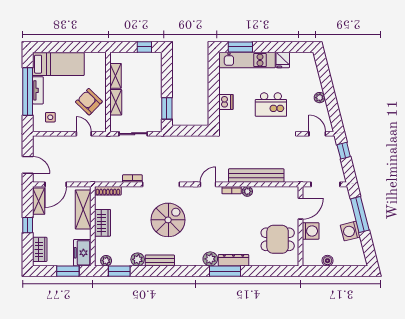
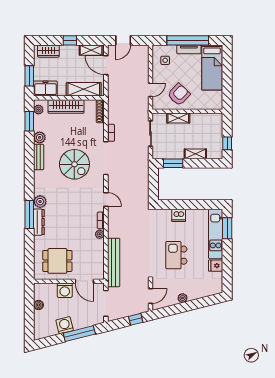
shelving: (116, 76) -> (195, 154), moved
bench: (256, 176) -> (114, 262), moved
wardrobe: (103, 223) -> (66, 106), width x1.50
dining table: (278, 239) -> (57, 261), turned 90

